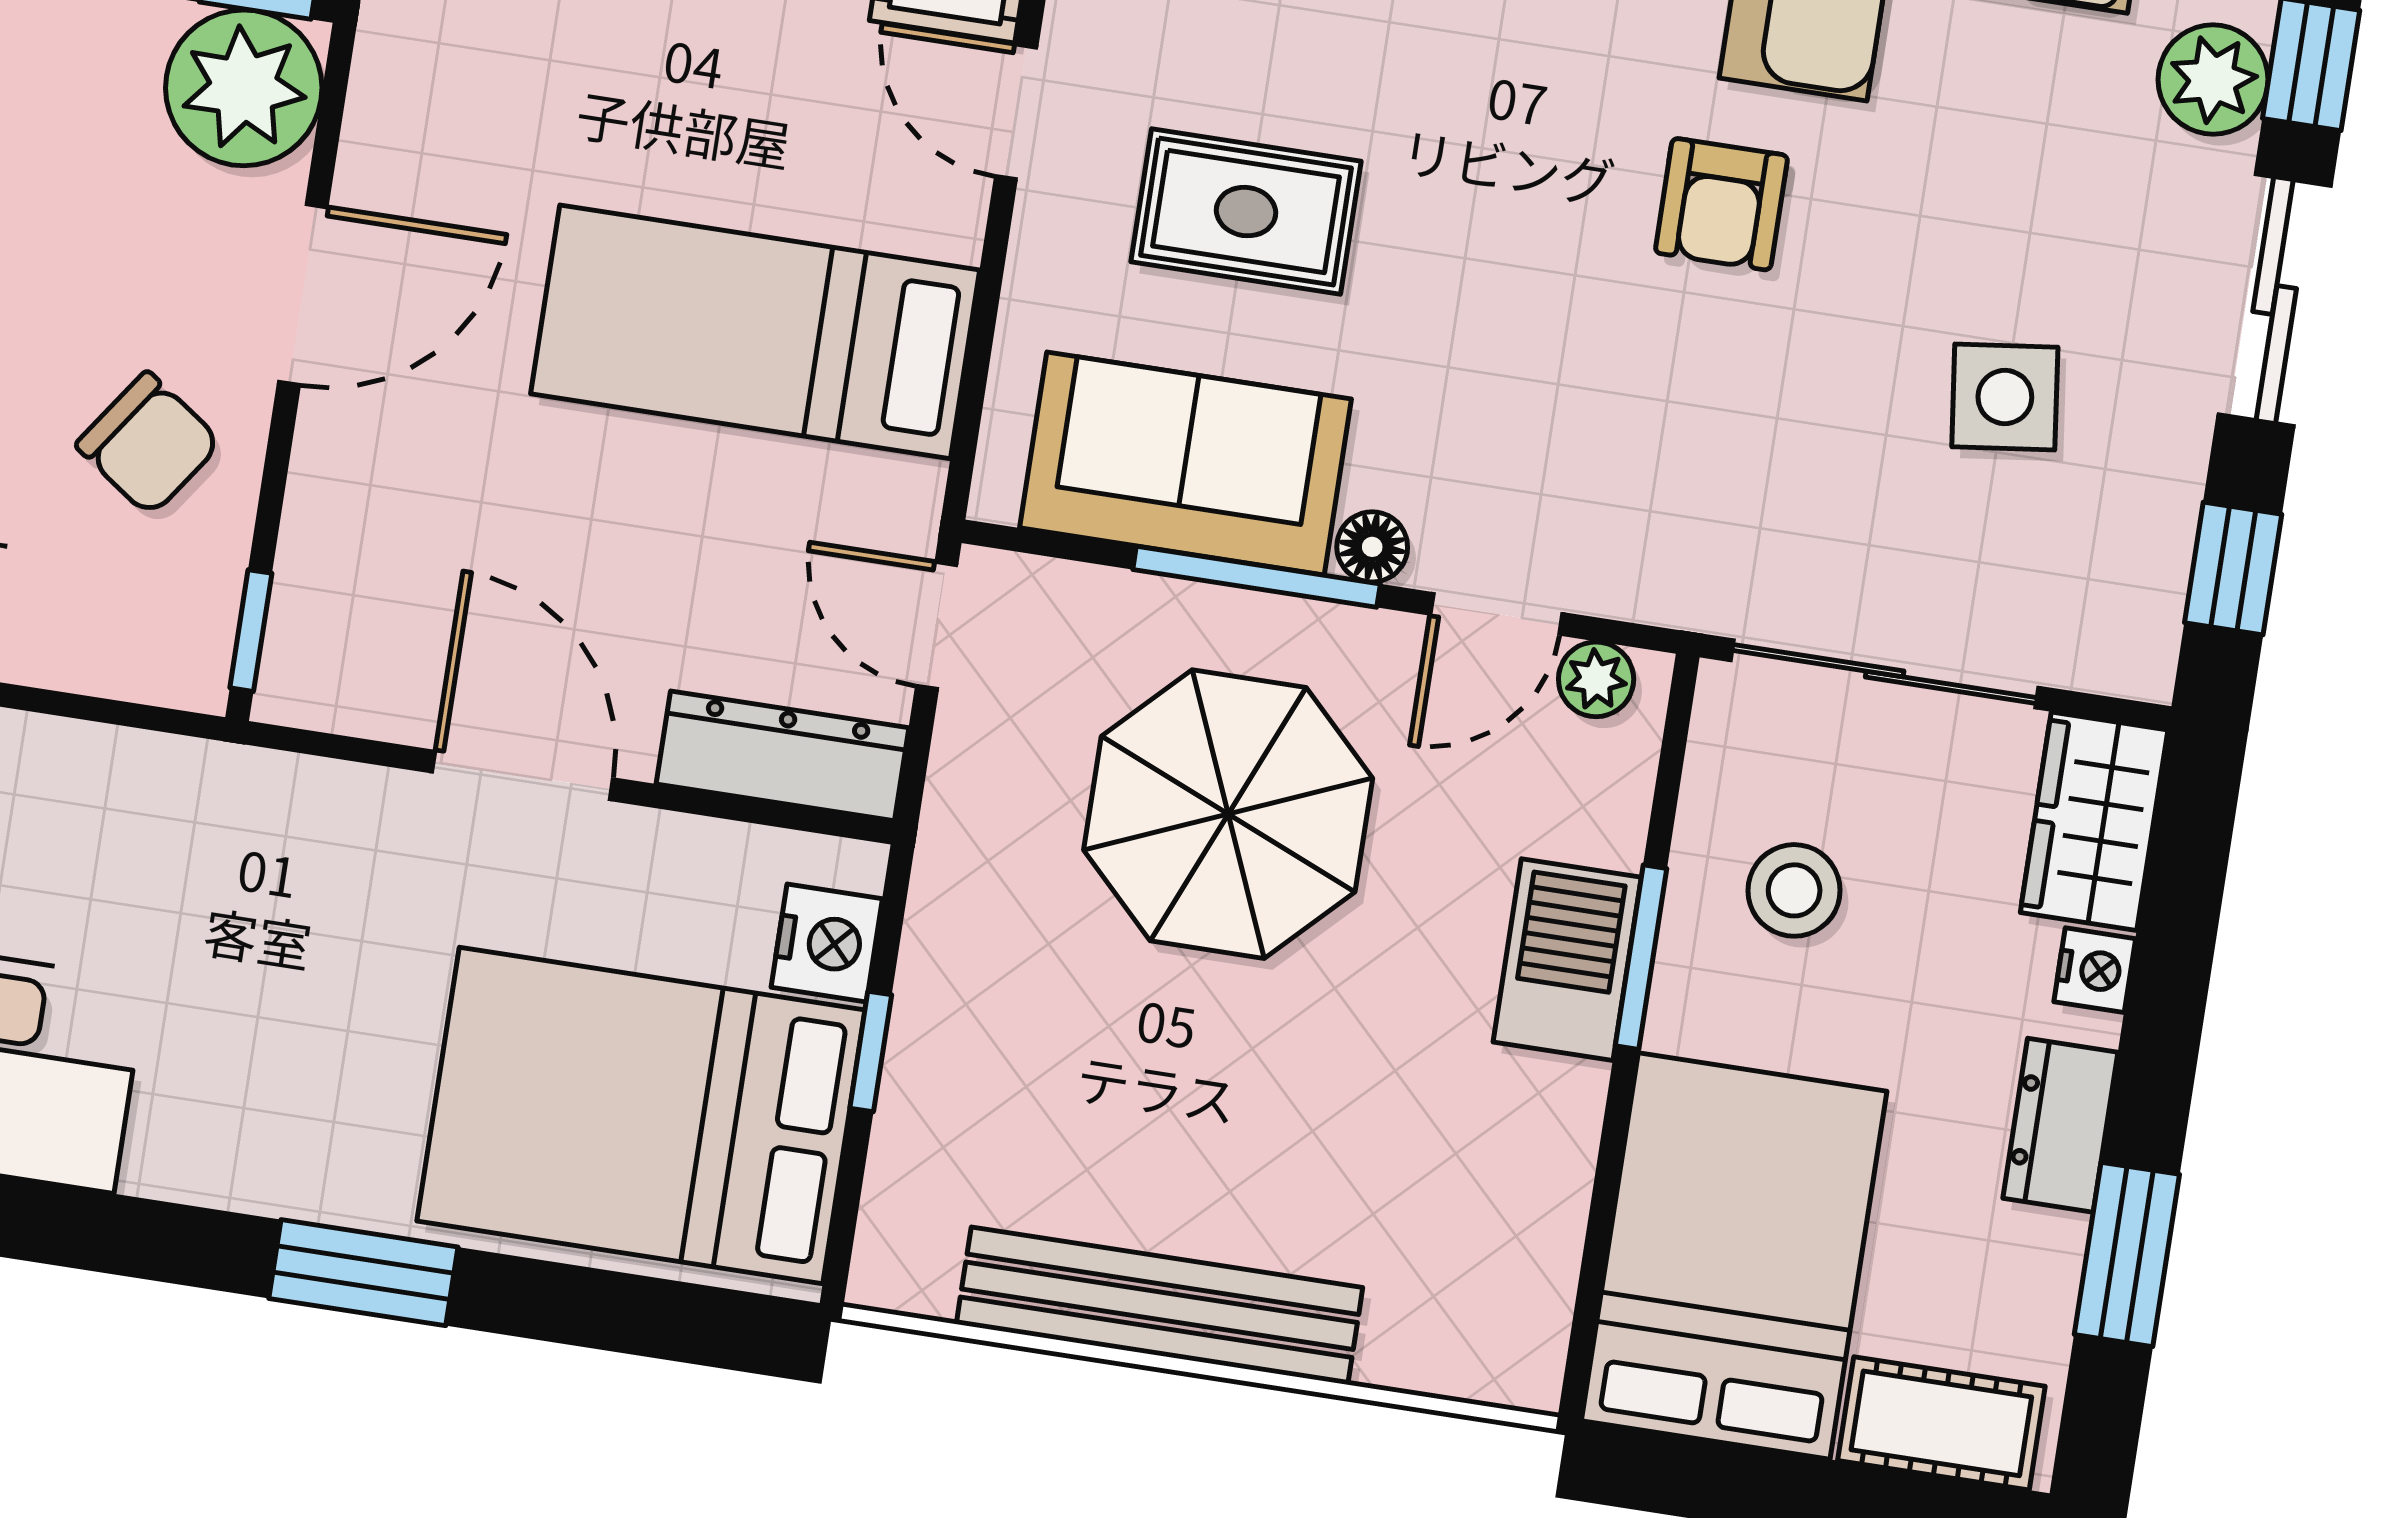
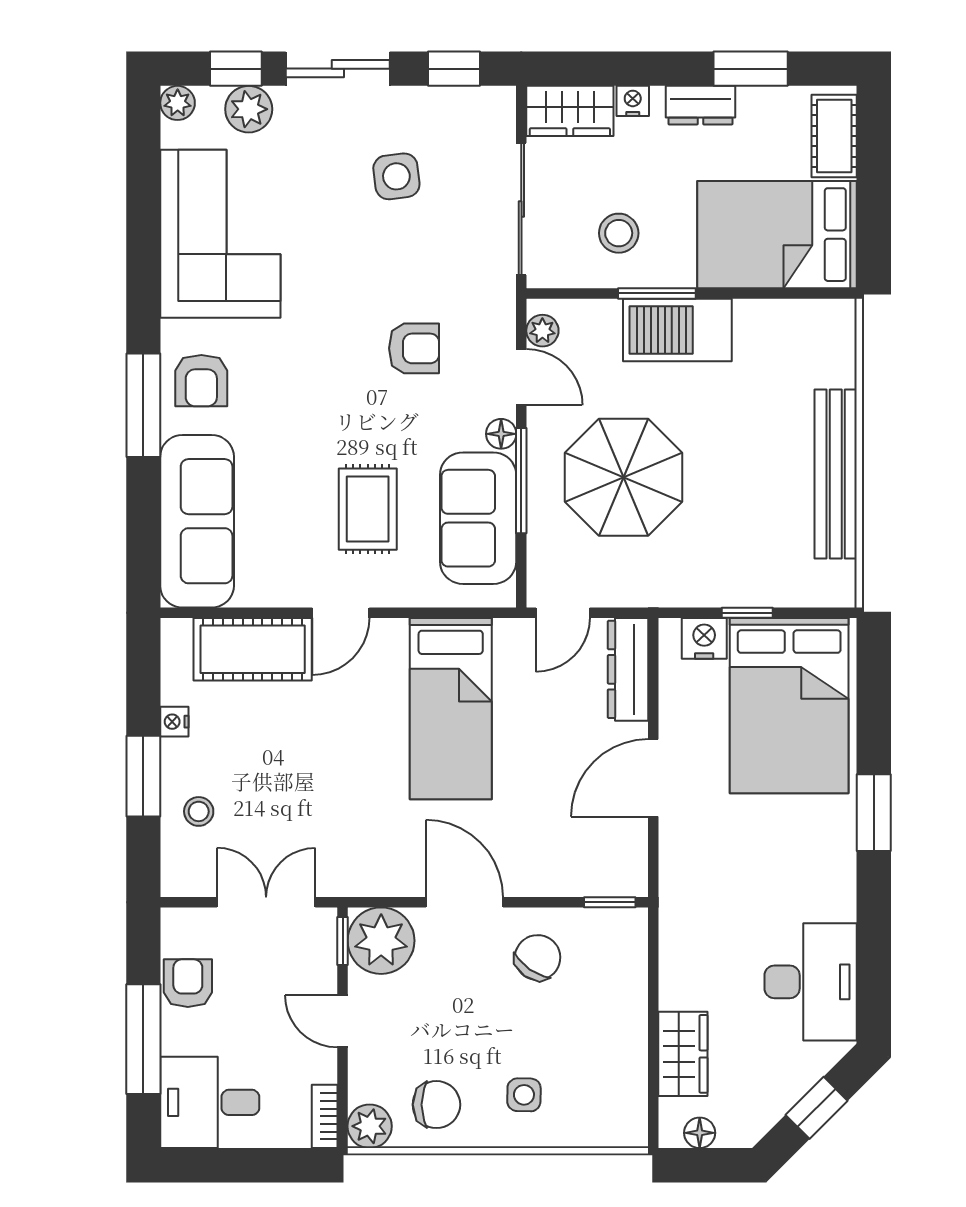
armchair: (1721, 204) -> (414, 348), moved
barbecue: (1567, 960) -> (677, 330), width x1.37, depth x1.21

